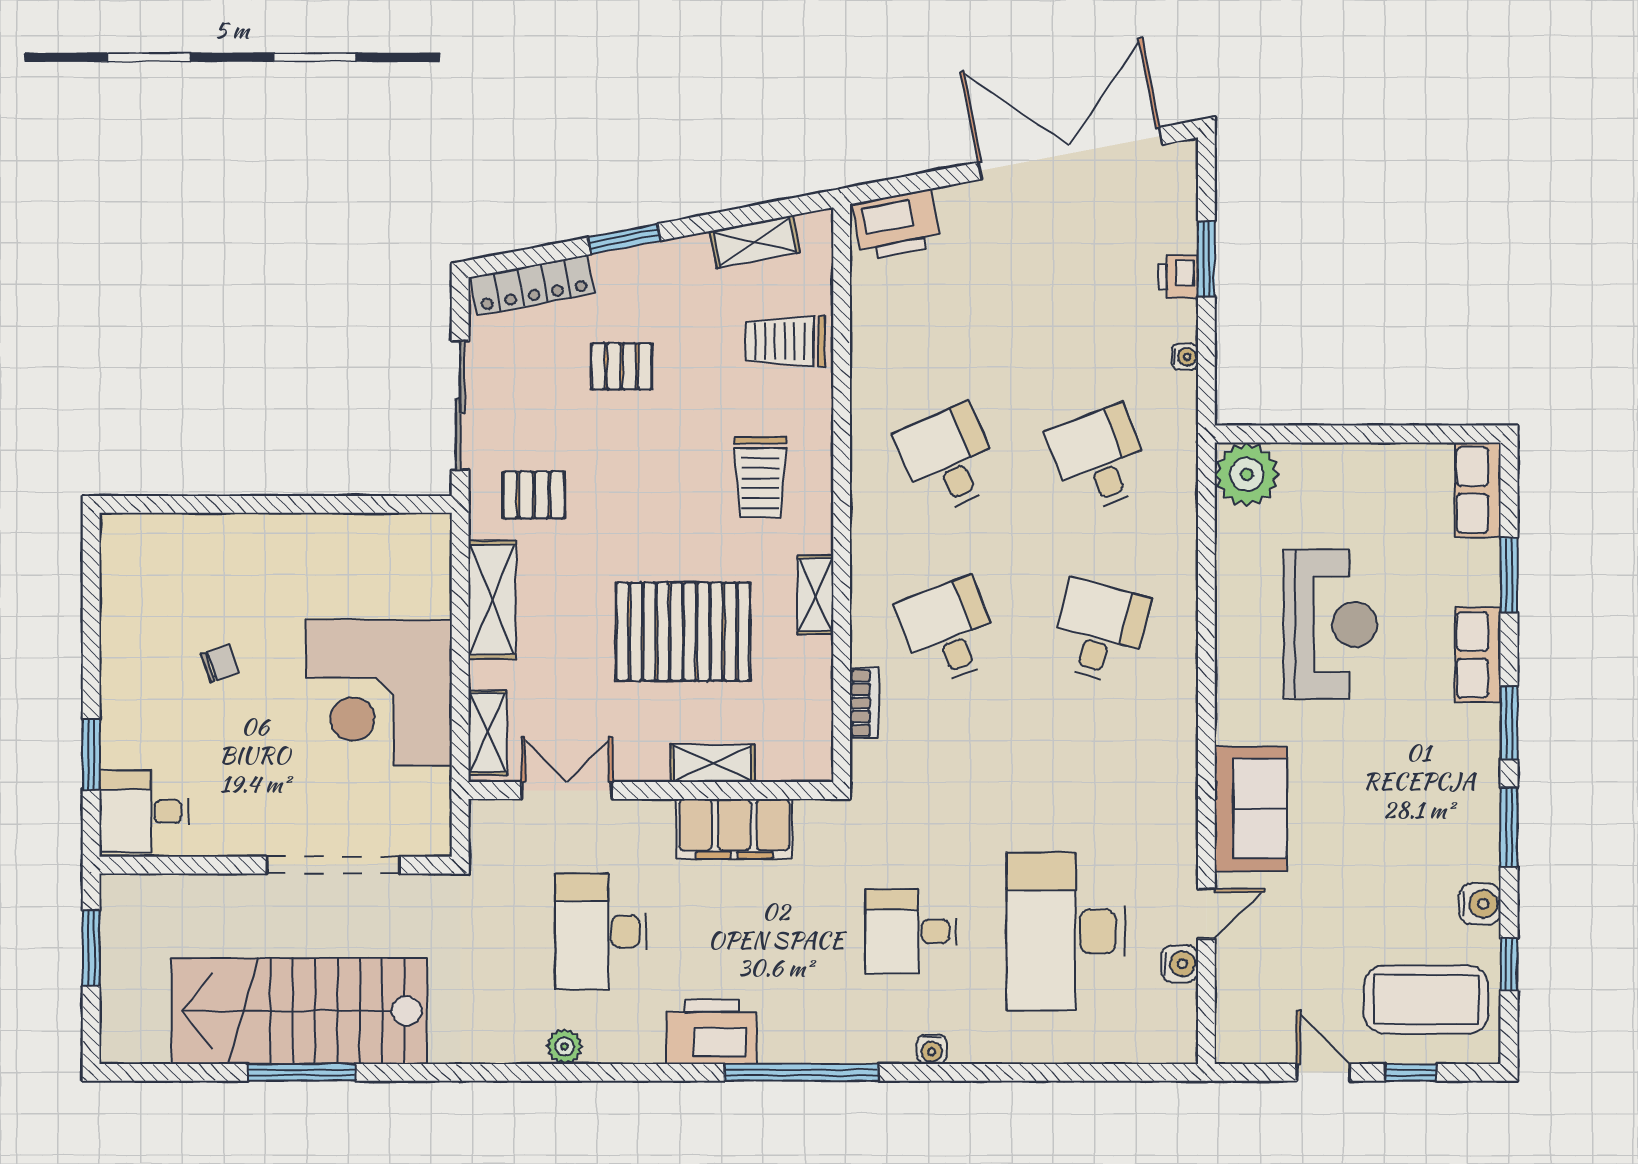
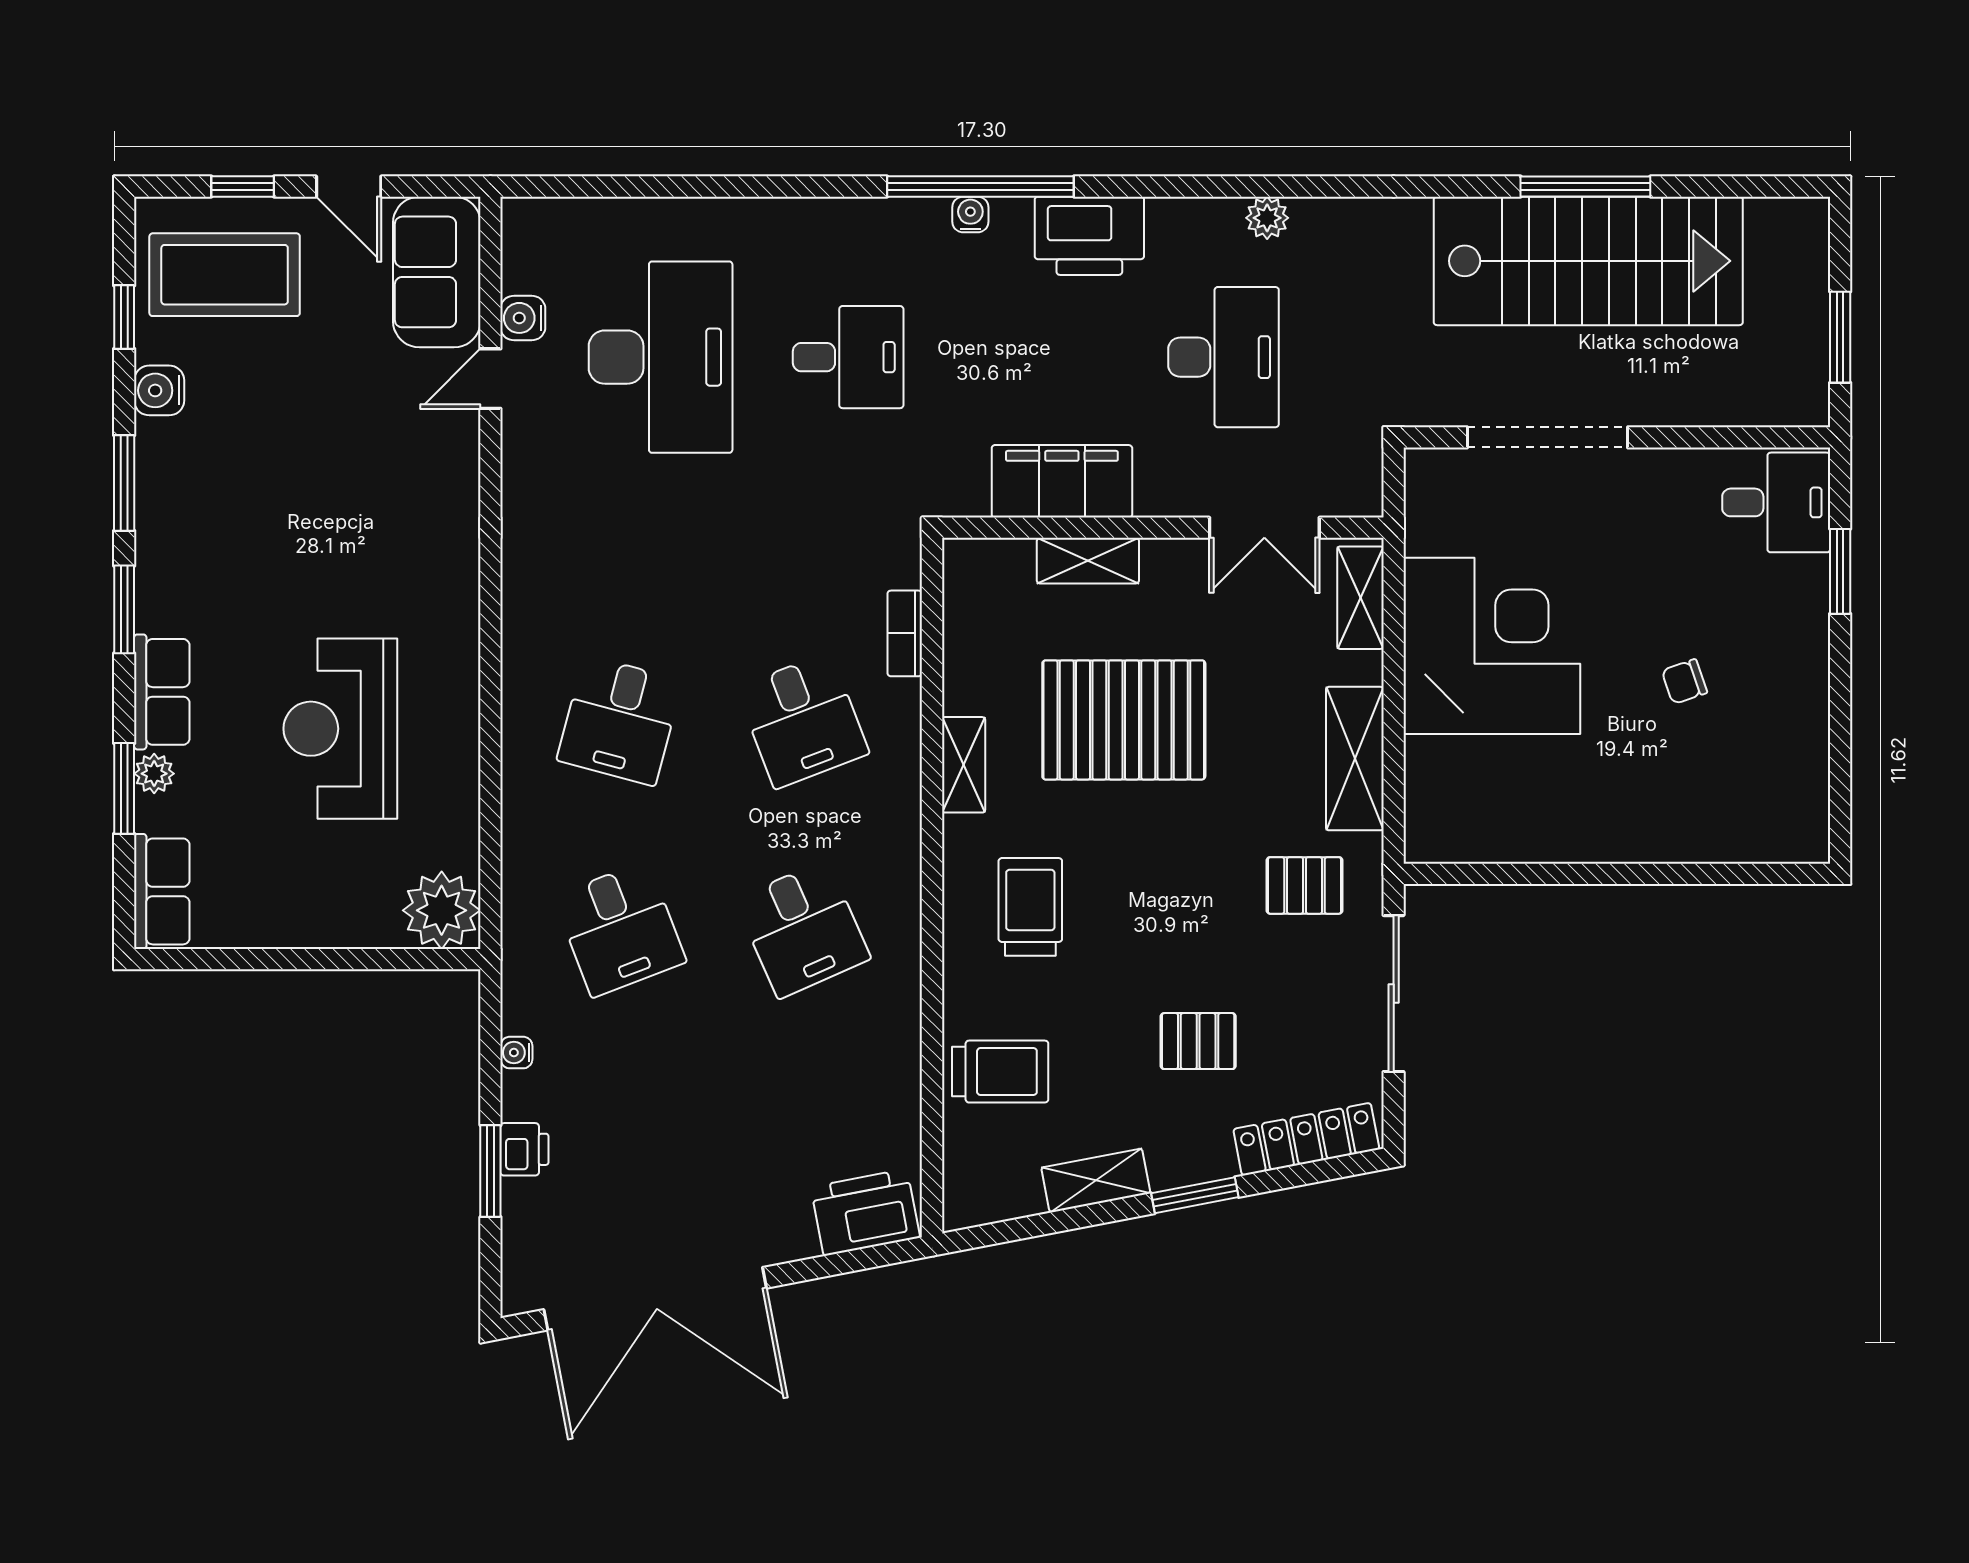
shelving: (755, 242) -> (1096, 1180), moved
plant: (1484, 587) -> (154, 774), added
sofa: (1251, 809) -> (437, 272), moved
water cooler: (932, 1049) -> (970, 215), moved

